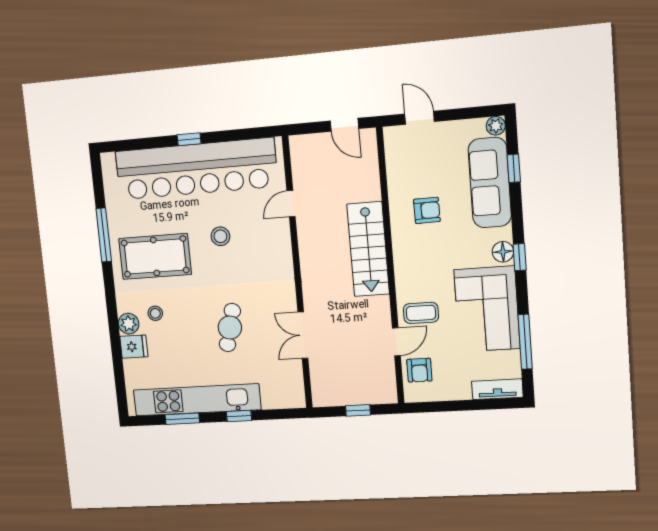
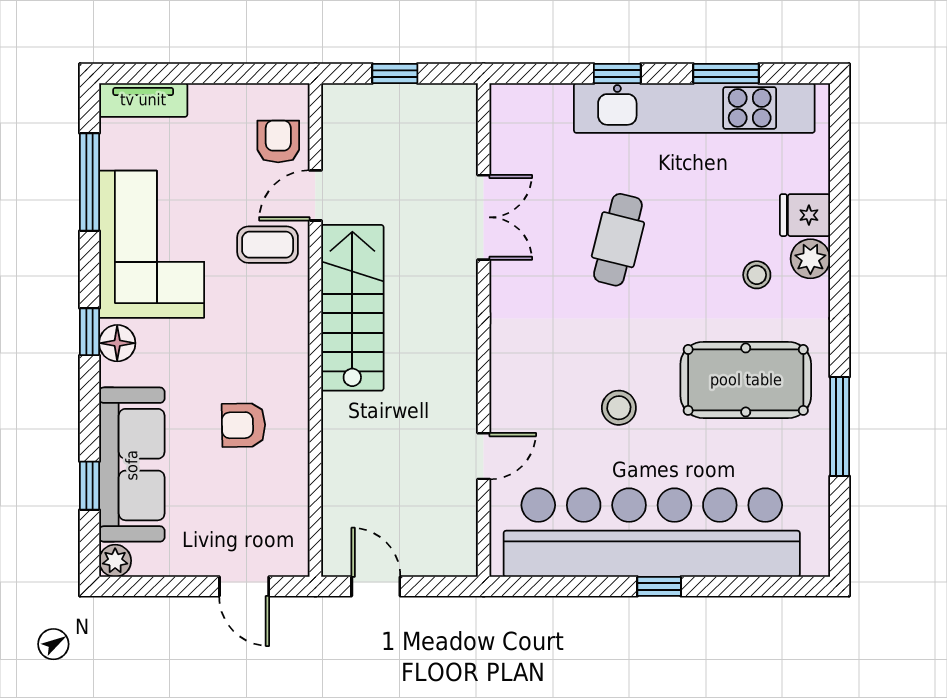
stairs: (368, 249) -> (352, 308), moved

